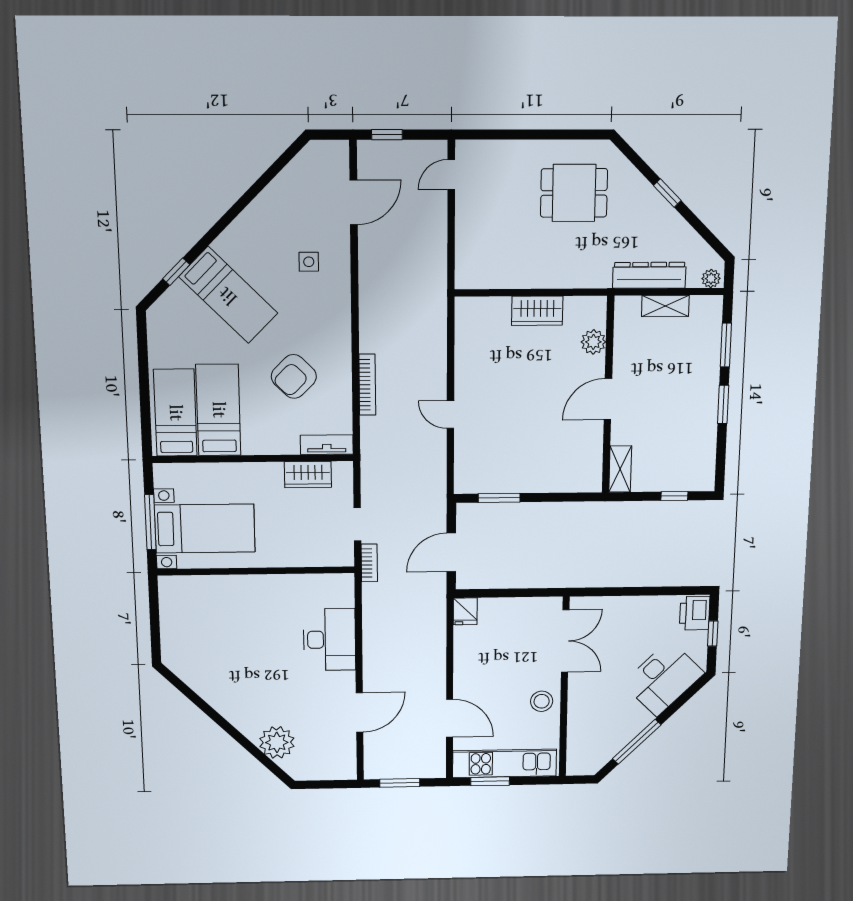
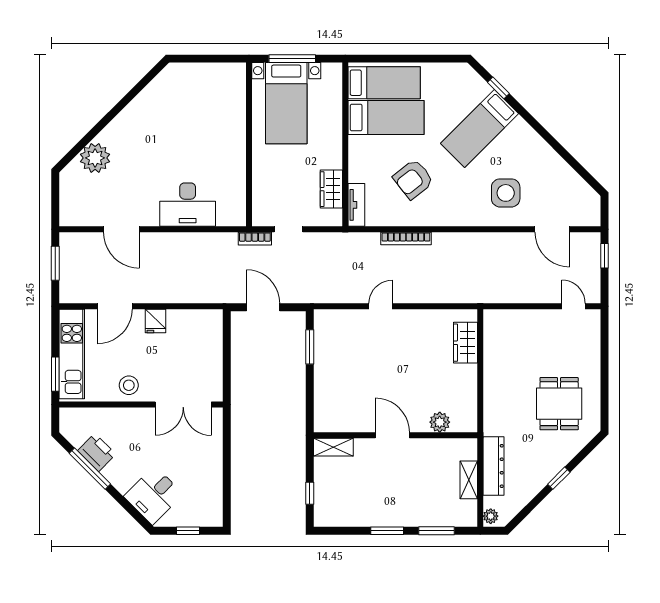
side table: (309, 262) -> (506, 193), width x1.87, depth x1.87
wardrobe: (537, 311) -> (465, 343), moved
armchair: (294, 376) -> (413, 179), turned -83
fridge: (465, 611) -> (156, 321), moved, turned -90
printer: (695, 613) -> (97, 452), moved, turned 45
desk: (663, 678) -> (154, 495), width x0.73
window: (490, 781) -> (55, 374), moved

